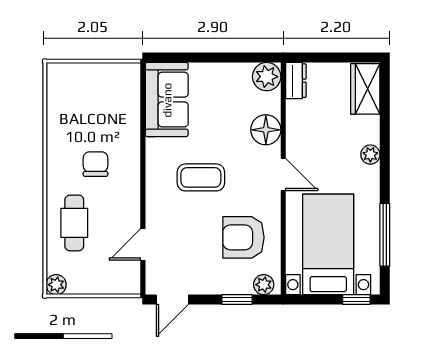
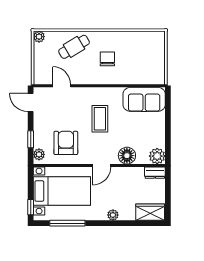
chair: (96, 164) -> (107, 59), turned -90
cafe table: (74, 223) -> (74, 47), turned -31

